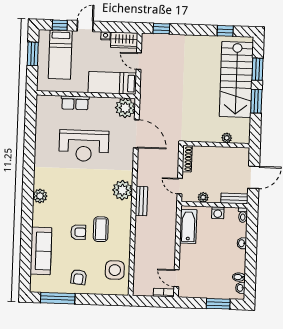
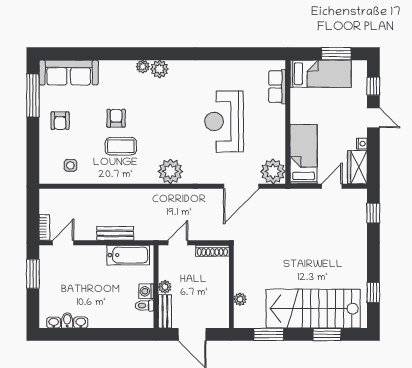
bed: (60, 55) -> (321, 74), moved, turned 180
window: (256, 101) -> (269, 334), moved
row of seats: (75, 103) -> (277, 87), moved
plant: (203, 197) -> (165, 287), moved
bench: (141, 201) -> (115, 233), moved
plant: (38, 209) -> (143, 67), added
toilet: (243, 215) -> (145, 306), moved
armchair: (78, 232) -> (116, 118), turned 180
washbasin: (242, 243) -> (81, 323), moved
sofa: (41, 251) -> (69, 73), moved
side table: (115, 270) -> (70, 165), width x0.54, depth x0.54
armchair: (79, 277) -> (60, 121), turned -96
window: (218, 304) -> (33, 274), moved

